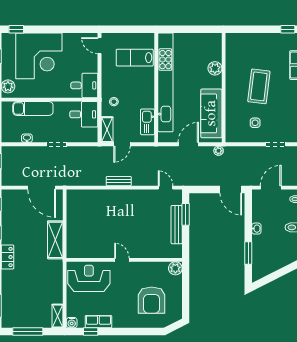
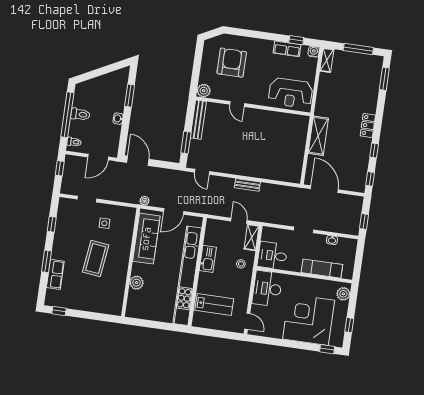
desk: (84, 85) -> (267, 289), width x1.37
kitchen sink: (148, 122) -> (208, 259), moved
door: (122, 144) -> (239, 221), hinge flipped
bench: (177, 225) -> (198, 120), moved
door: (122, 260) -> (237, 104), moved

